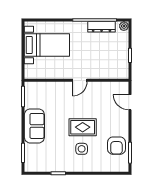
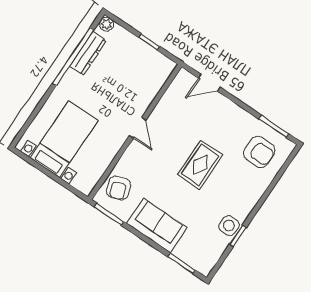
armchair: (41, 92) -> (119, 188), added
armchair: (116, 146) -> (259, 152), moved
side table: (82, 149) -> (229, 226), moved

